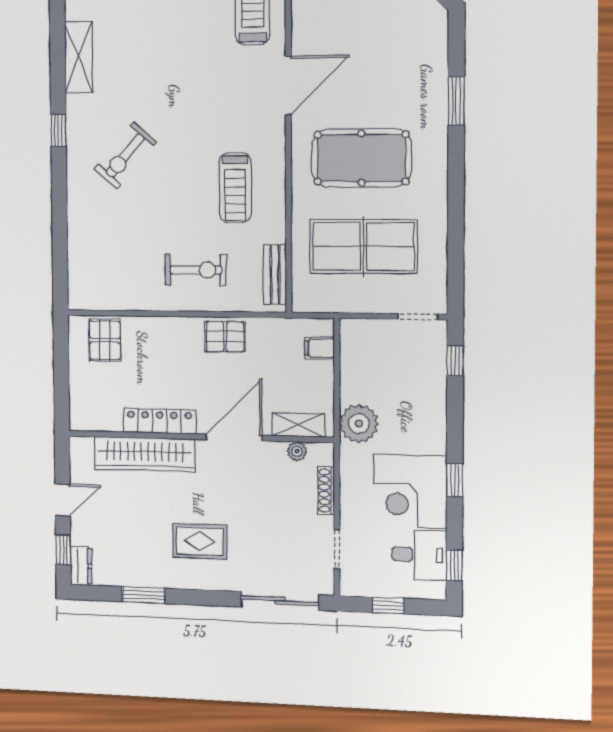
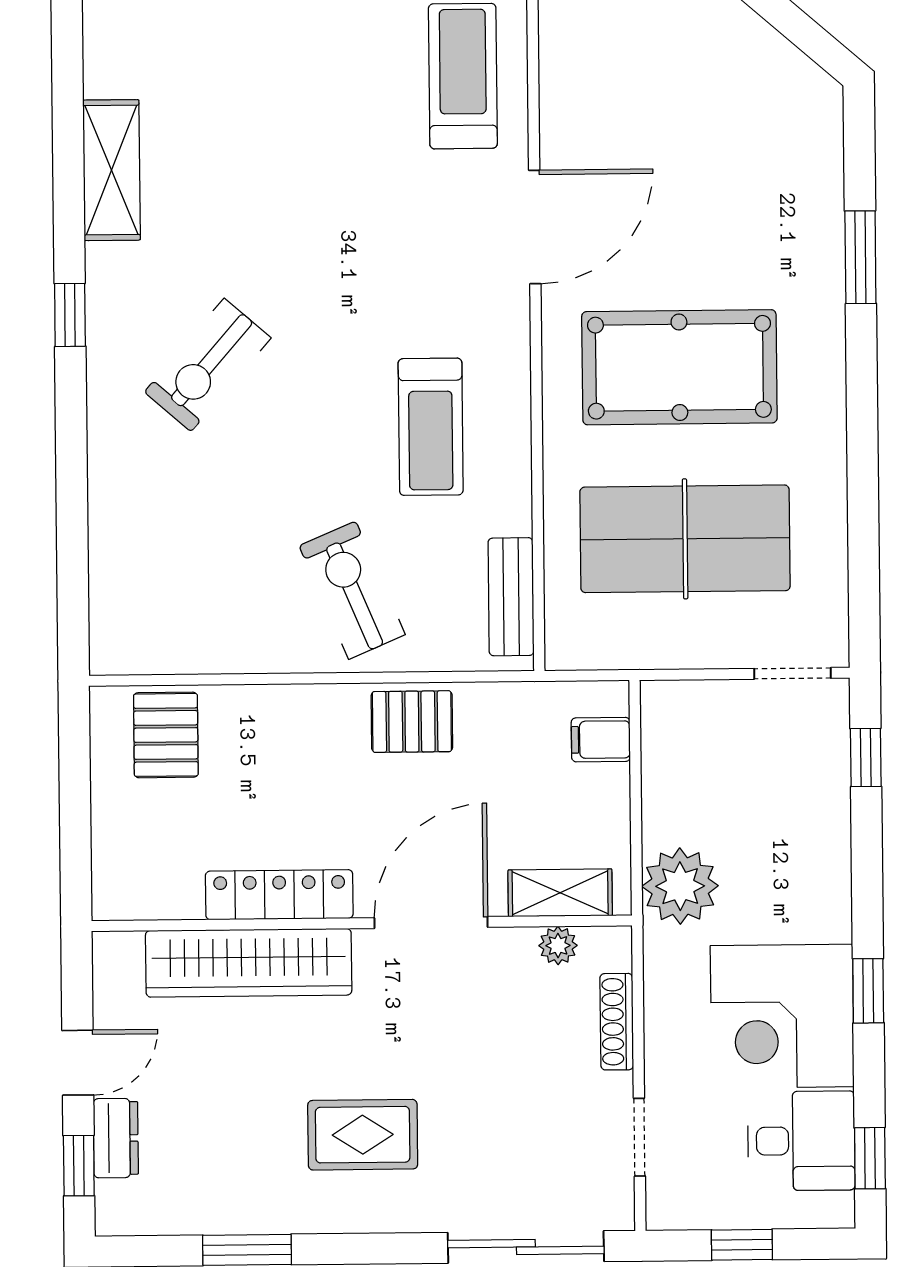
exercise bike: (196, 270) -> (352, 590), turned -113
dresser: (81, 566) -> (116, 1138), moved

